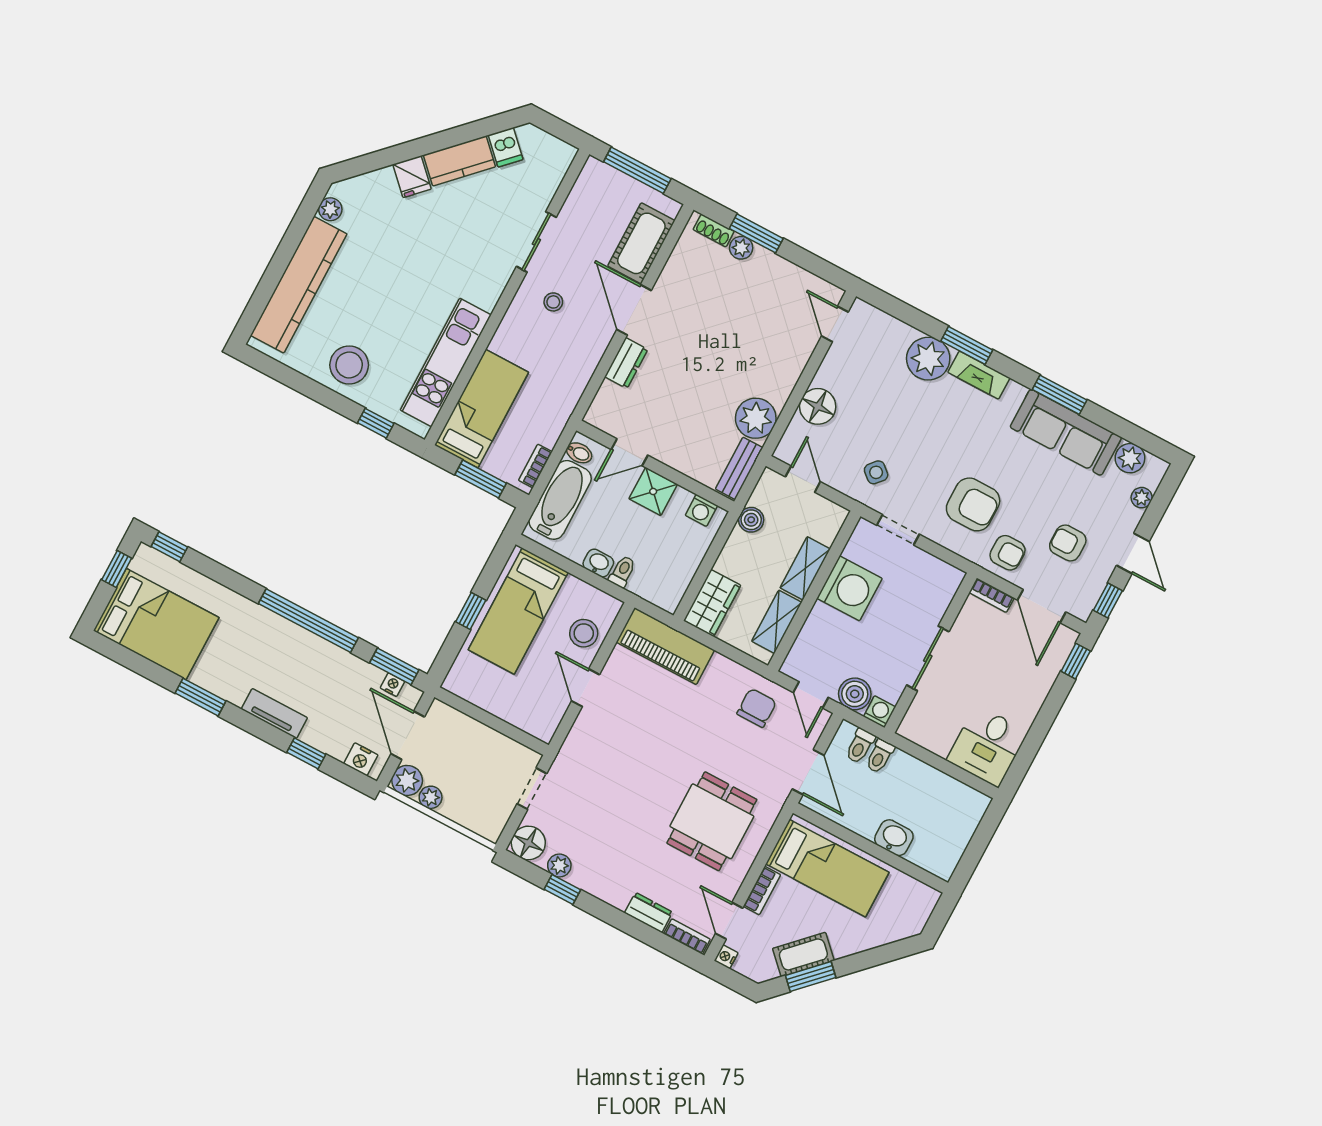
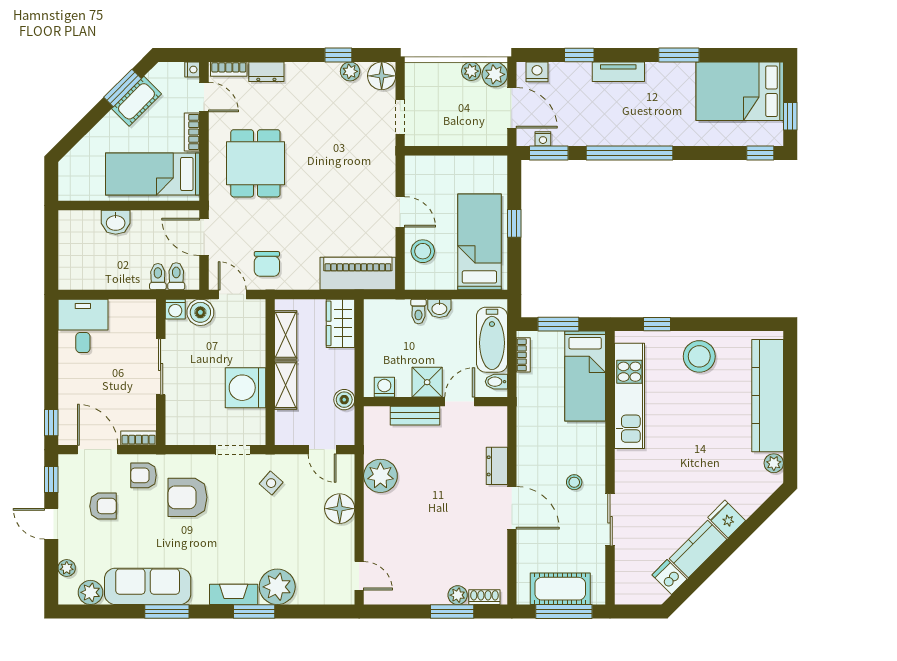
cot: (641, 243) -> (560, 589), moved, turned 90
bench: (739, 468) -> (415, 416), moved, turned 90

